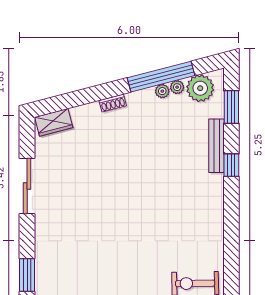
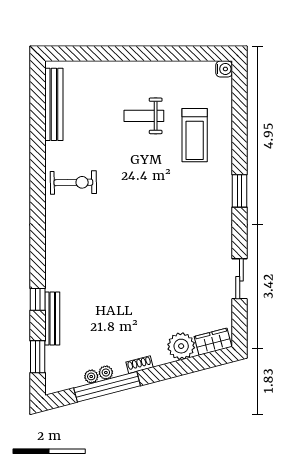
plant: (200, 88) -> (181, 346), moved
shoe rack: (113, 103) -> (139, 365), moved
sliding door: (27, 186) -> (240, 279), width x0.73

